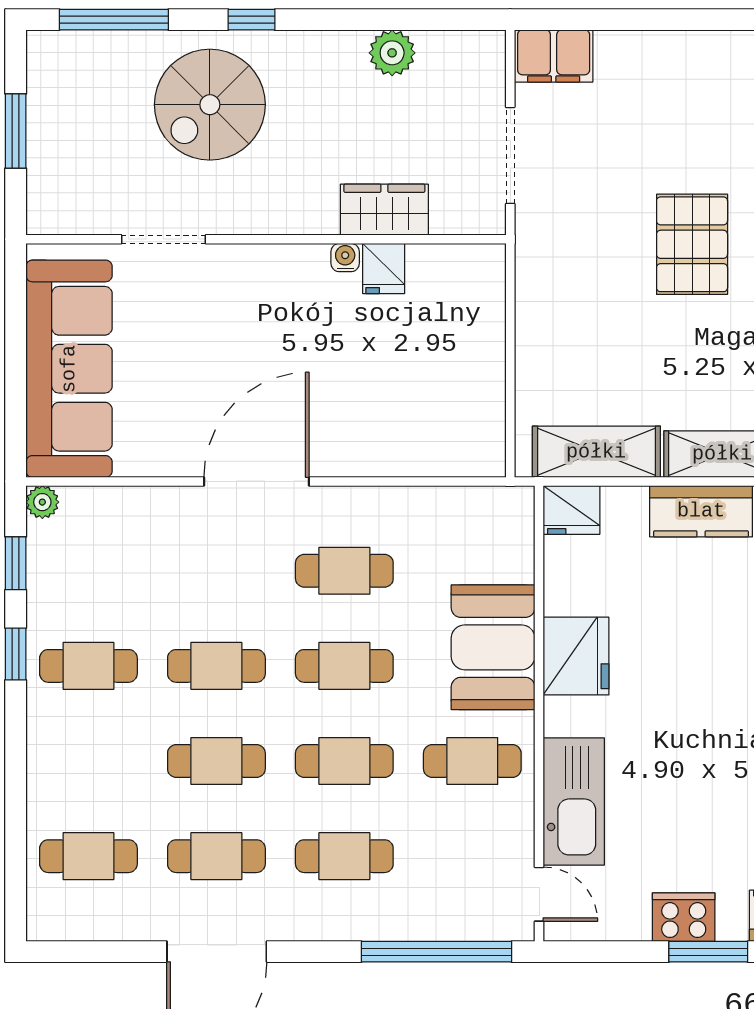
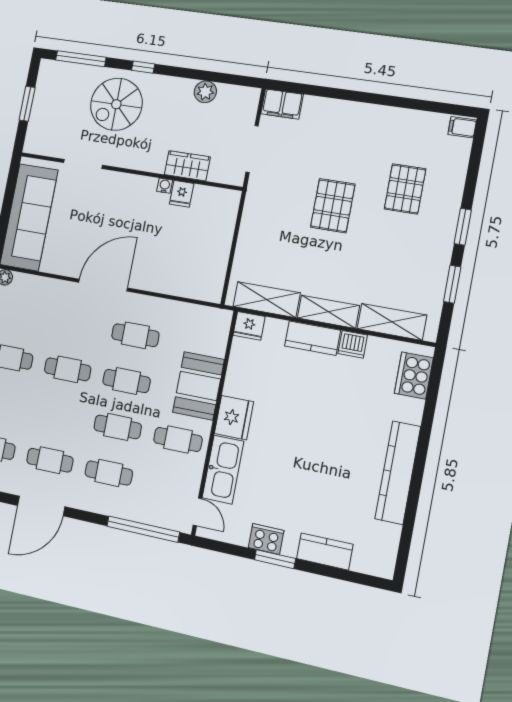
fridge: (576, 656) -> (234, 418), moved
cafe table: (216, 761) -> (59, 415), removed

